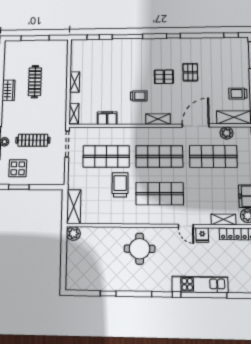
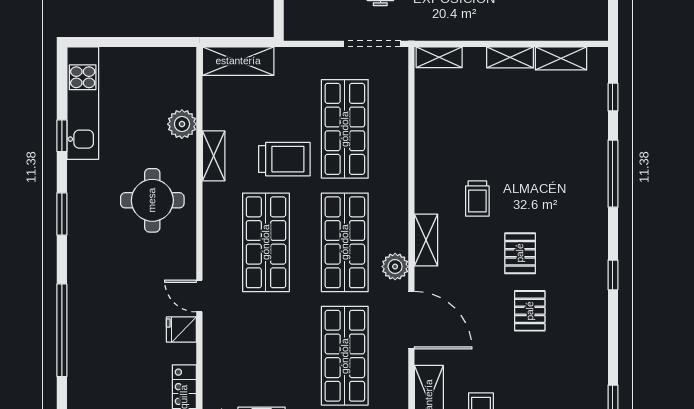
shelving: (76, 60) -> (561, 58), added
pallet: (190, 72) -> (530, 311), turned 90
filing cabinet: (107, 118) -> (428, 130), removed
plant: (227, 133) -> (395, 267), moved
shelving: (223, 219) -> (214, 156), moved
door: (186, 226) -> (199, 296), hinge flipped
plant: (73, 233) -> (182, 124), moved
kitchen unit: (200, 284) -> (83, 103), moved
window: (162, 294) -> (62, 214), moved

